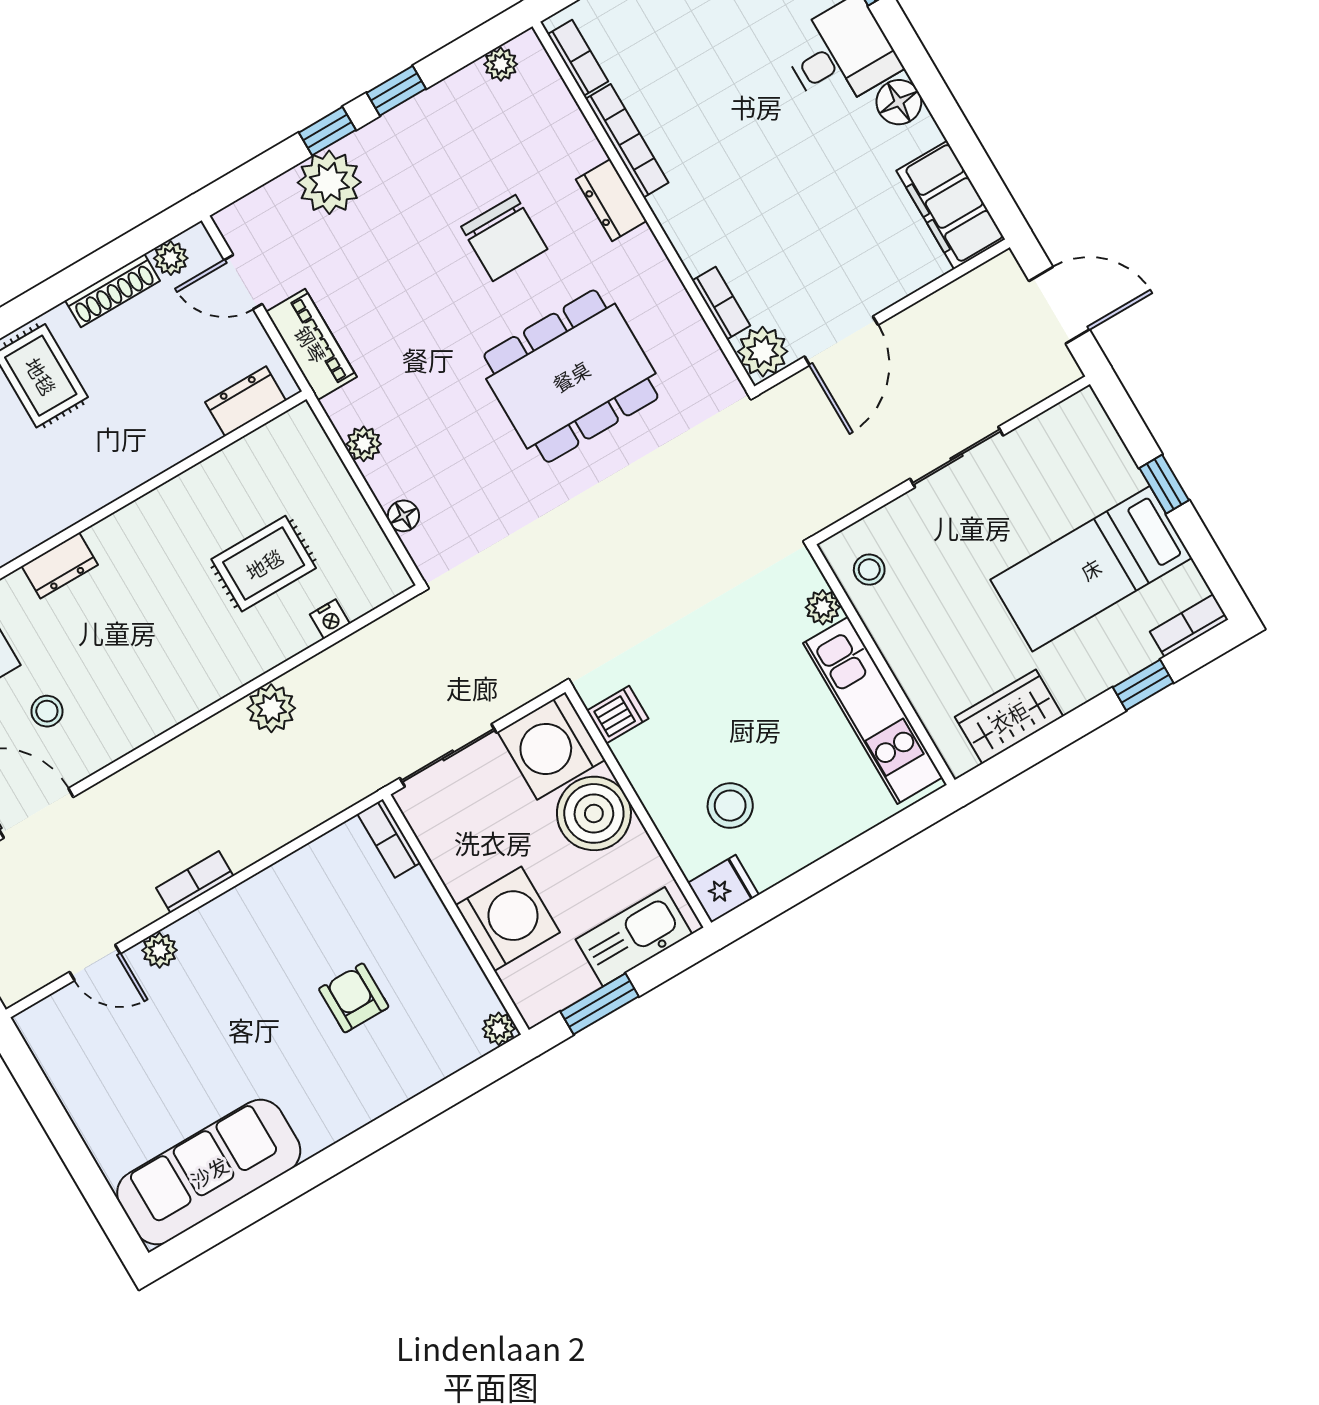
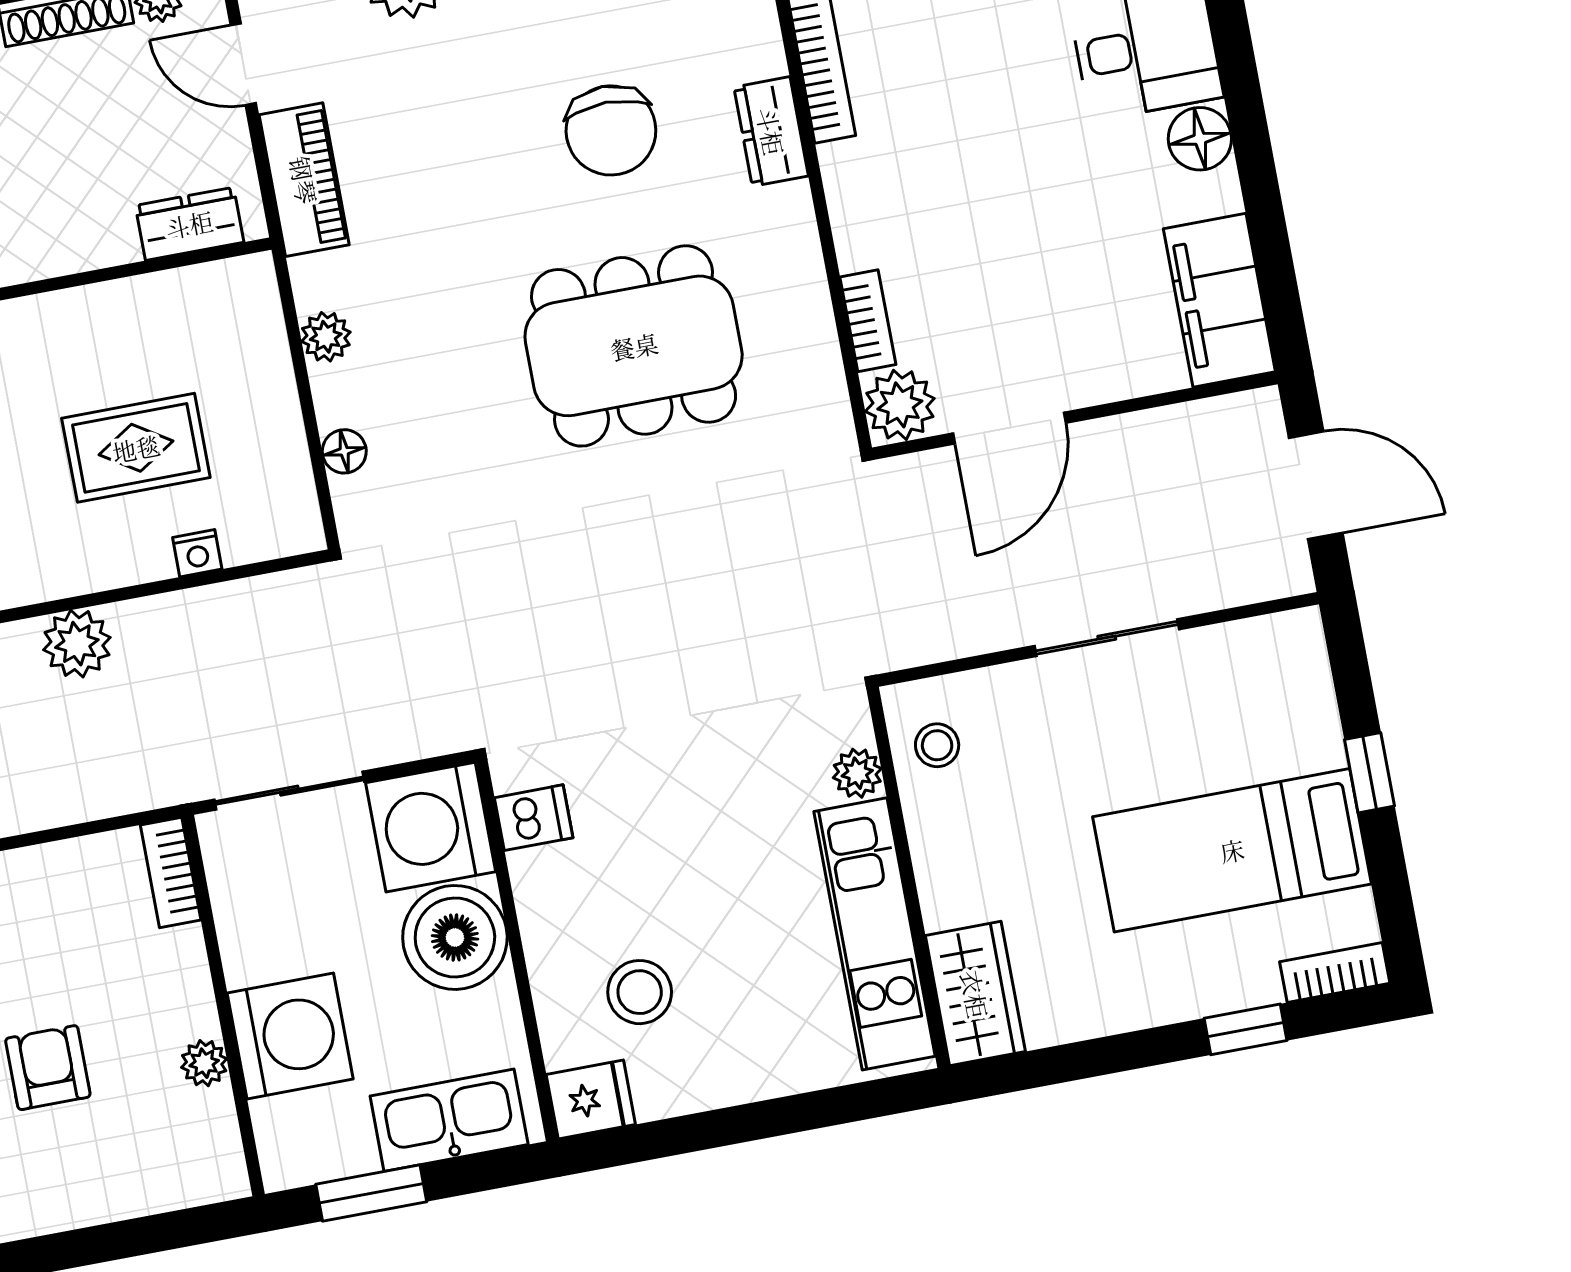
wardrobe: (1009, 717) -> (975, 994), moved, turned 90
plant: (499, 1029) -> (204, 1063), moved

